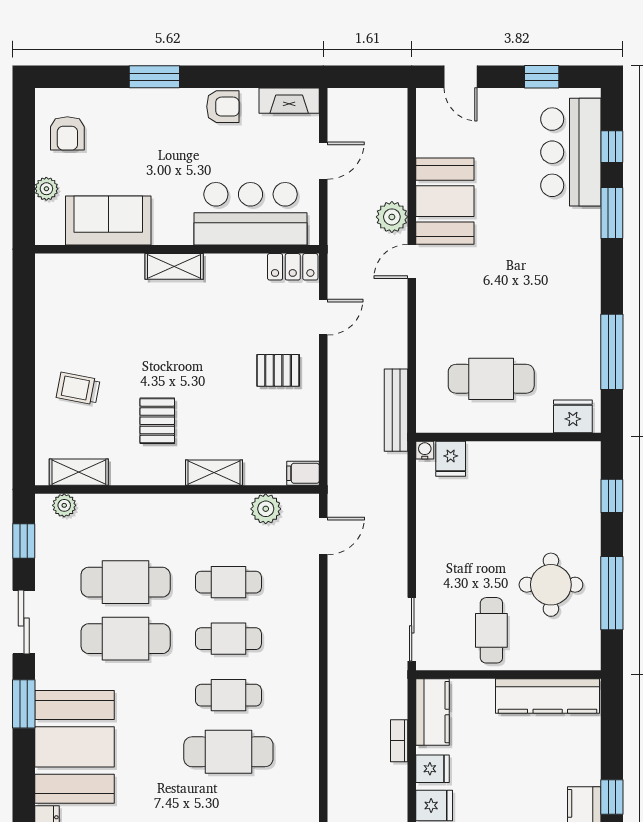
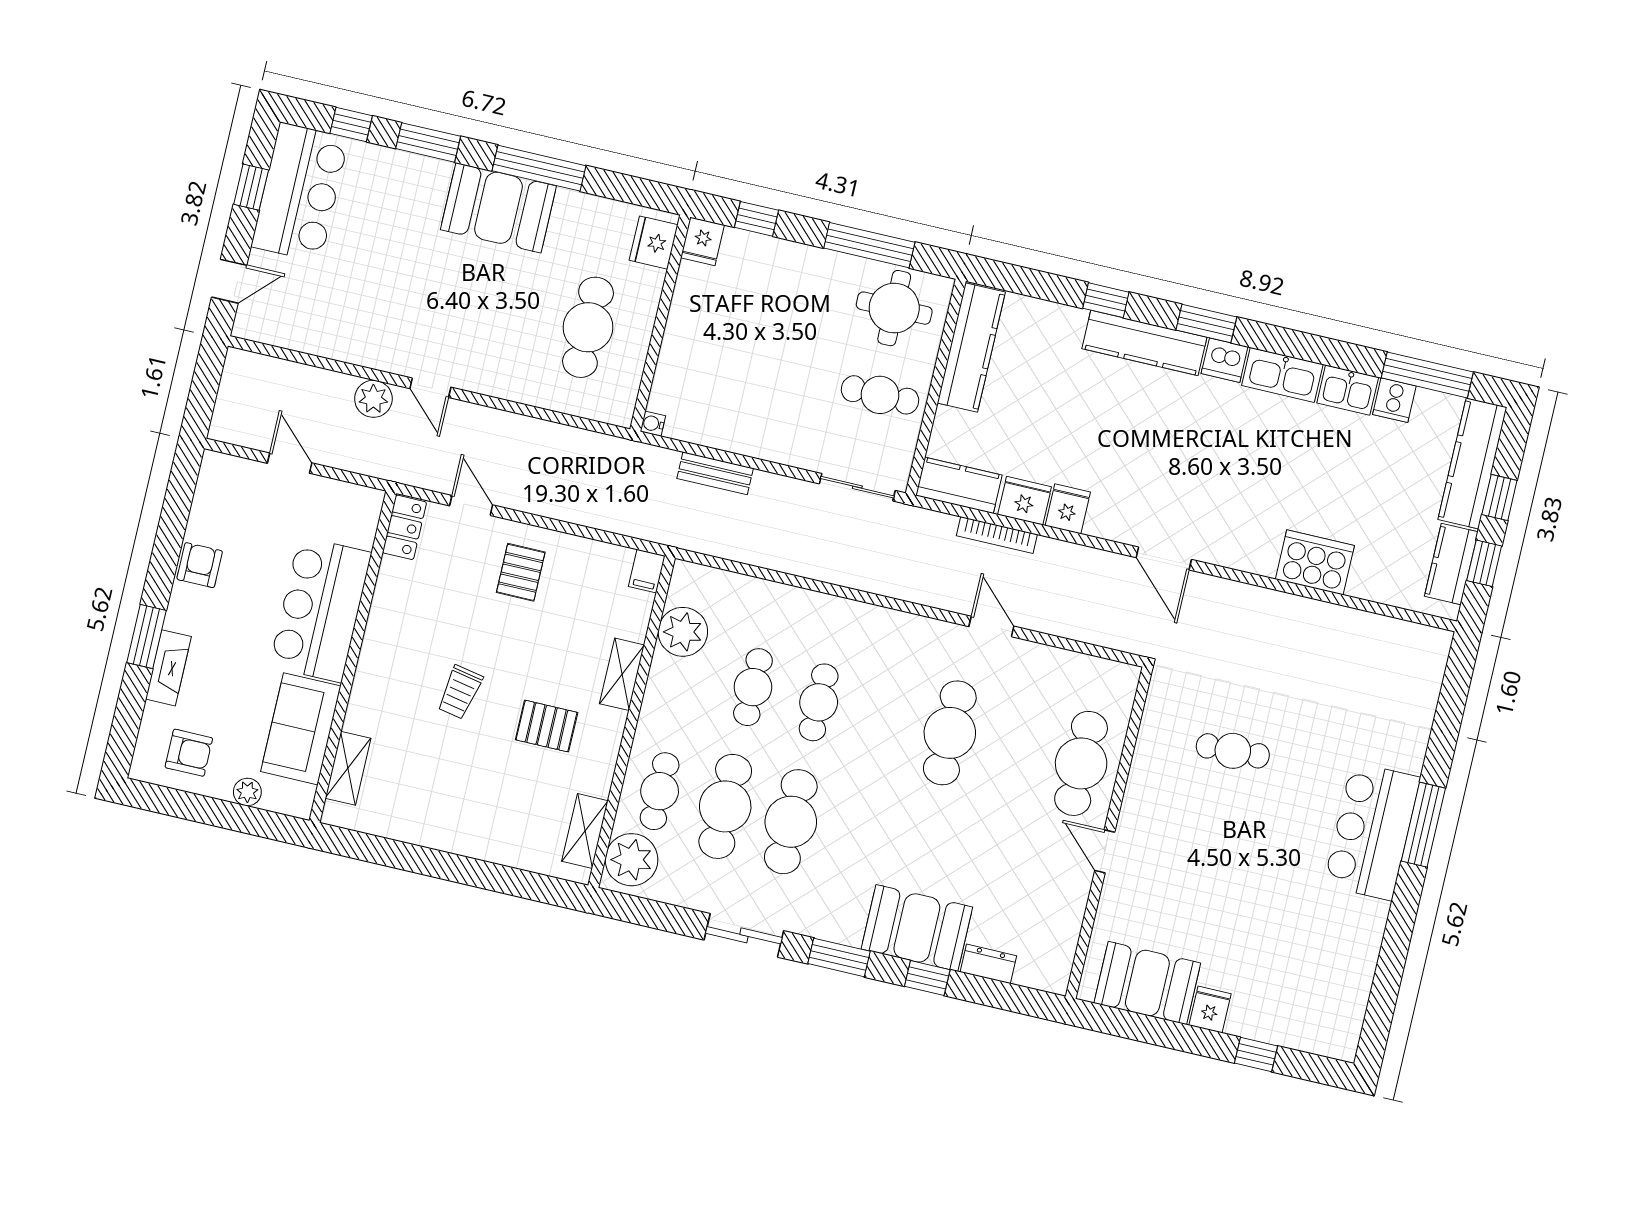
fireplace: (289, 101) -> (168, 668), moved
bar counter: (571, 152) -> (300, 192), moved, turned -90
booth: (445, 201) -> (498, 208), moved
bar counter: (251, 214) -> (320, 609), moved
shelving: (174, 266) -> (348, 768), moved
window: (612, 352) -> (539, 168), moved
trolley: (78, 388) -> (460, 692), moved
bench: (396, 410) -> (715, 473), moved, width x0.73
fridge: (451, 459) -> (702, 241), moved, turned 90
plant: (64, 505) -> (631, 860), width x1.88, depth x1.88
plant: (266, 509) -> (683, 632), width x1.36, depth x1.36
door: (323, 536) -> (991, 626), moved
window: (24, 541) -> (927, 978), moved
round table: (551, 585) -> (894, 308), moved
cafe table: (228, 695) -> (660, 791), moved
bookcase: (399, 741) -> (997, 535), width x1.56
booth: (74, 747) -> (917, 928), width x0.73, depth x0.70
fridge: (432, 769) -> (1025, 501), width x1.38

